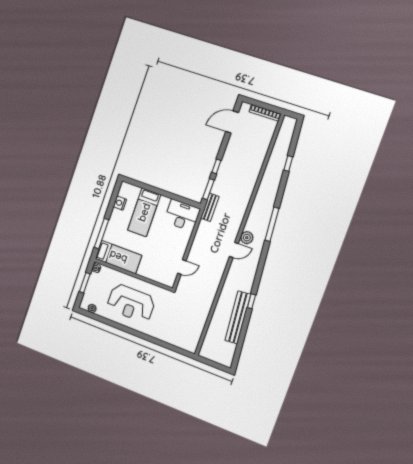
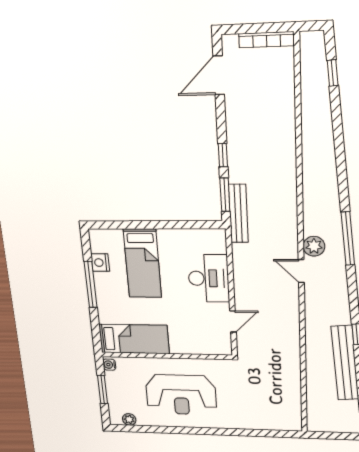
window: (288, 164) -> (333, 73), moved
bench: (210, 207) -> (238, 214), width x1.36
desk: (182, 215) -> (209, 278), moved, turned 90
window: (272, 224) -> (348, 239), moved
window: (102, 234) -> (91, 285), moved
door: (234, 250) -> (301, 271), swing flipped

